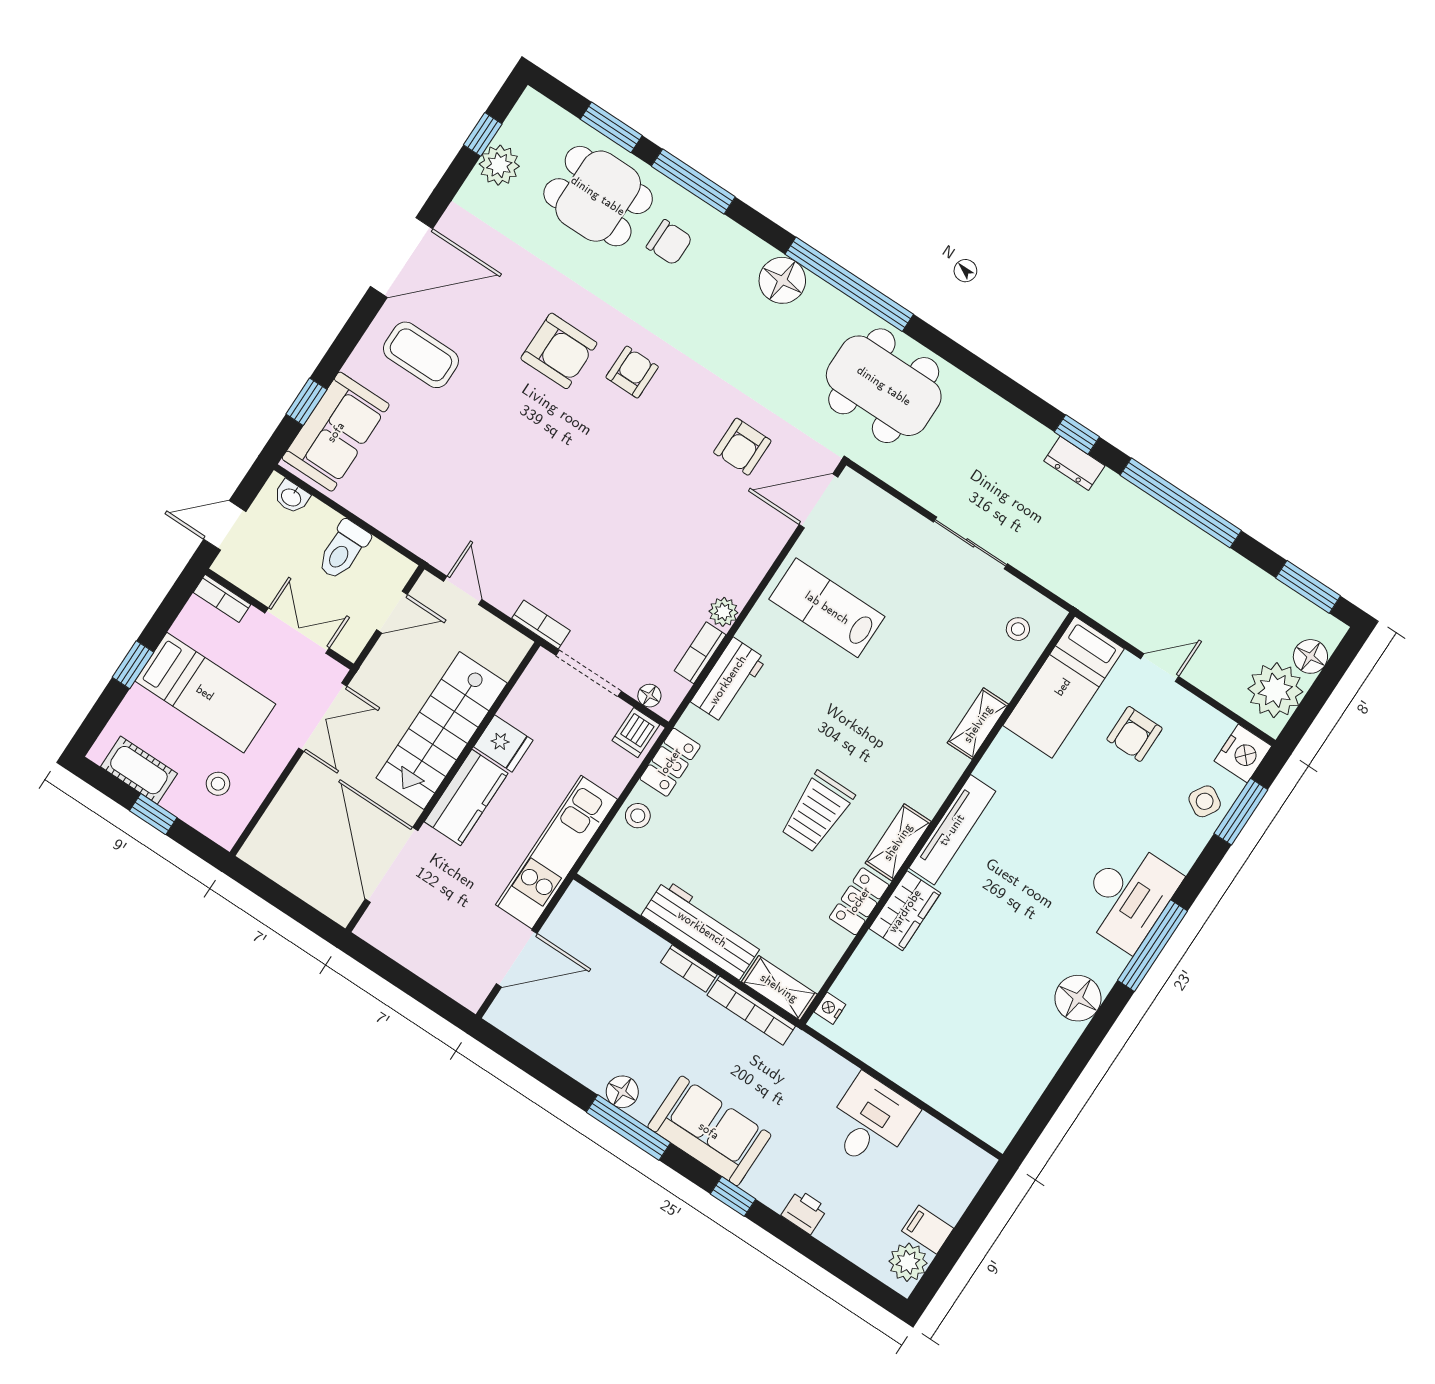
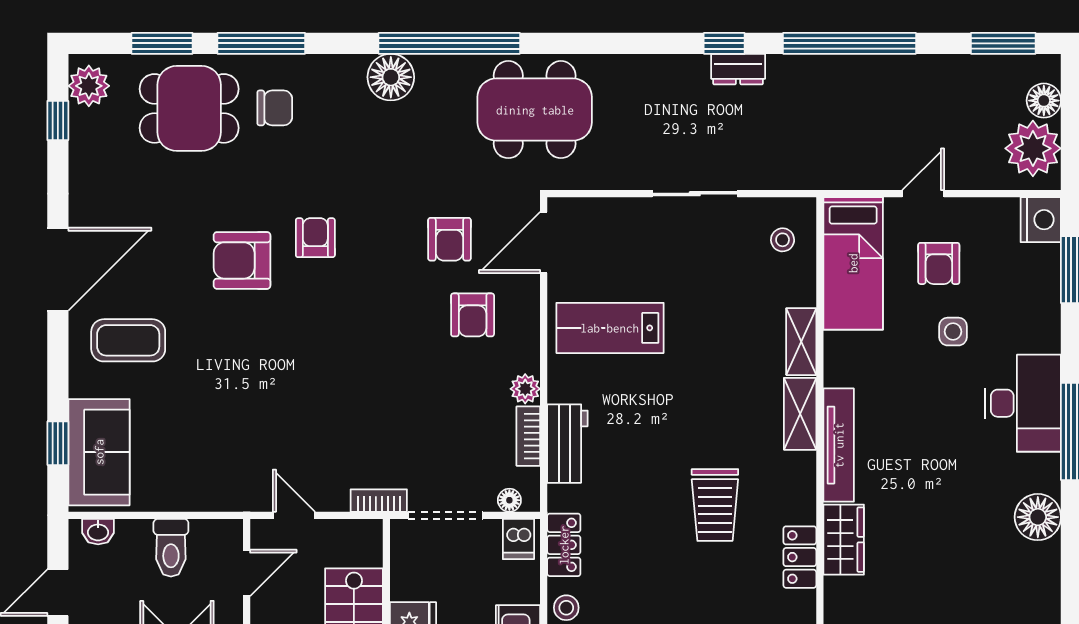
plant: (499, 165) -> (89, 86), moved
armchair: (559, 351) -> (242, 260), turned 180
armchair: (720, 522) -> (473, 315), added
side table: (1205, 801) -> (953, 332), moved, turned -31
shelving: (898, 842) -> (800, 414), moved

